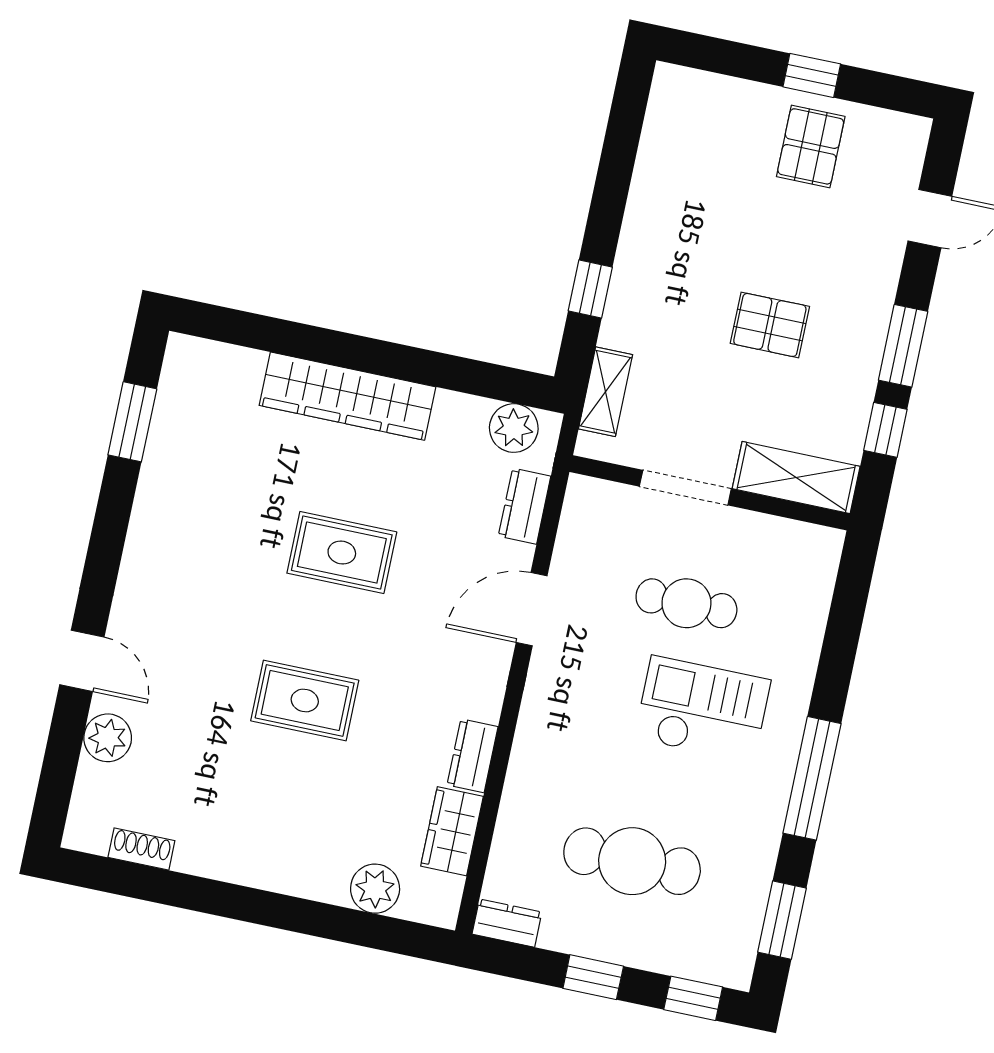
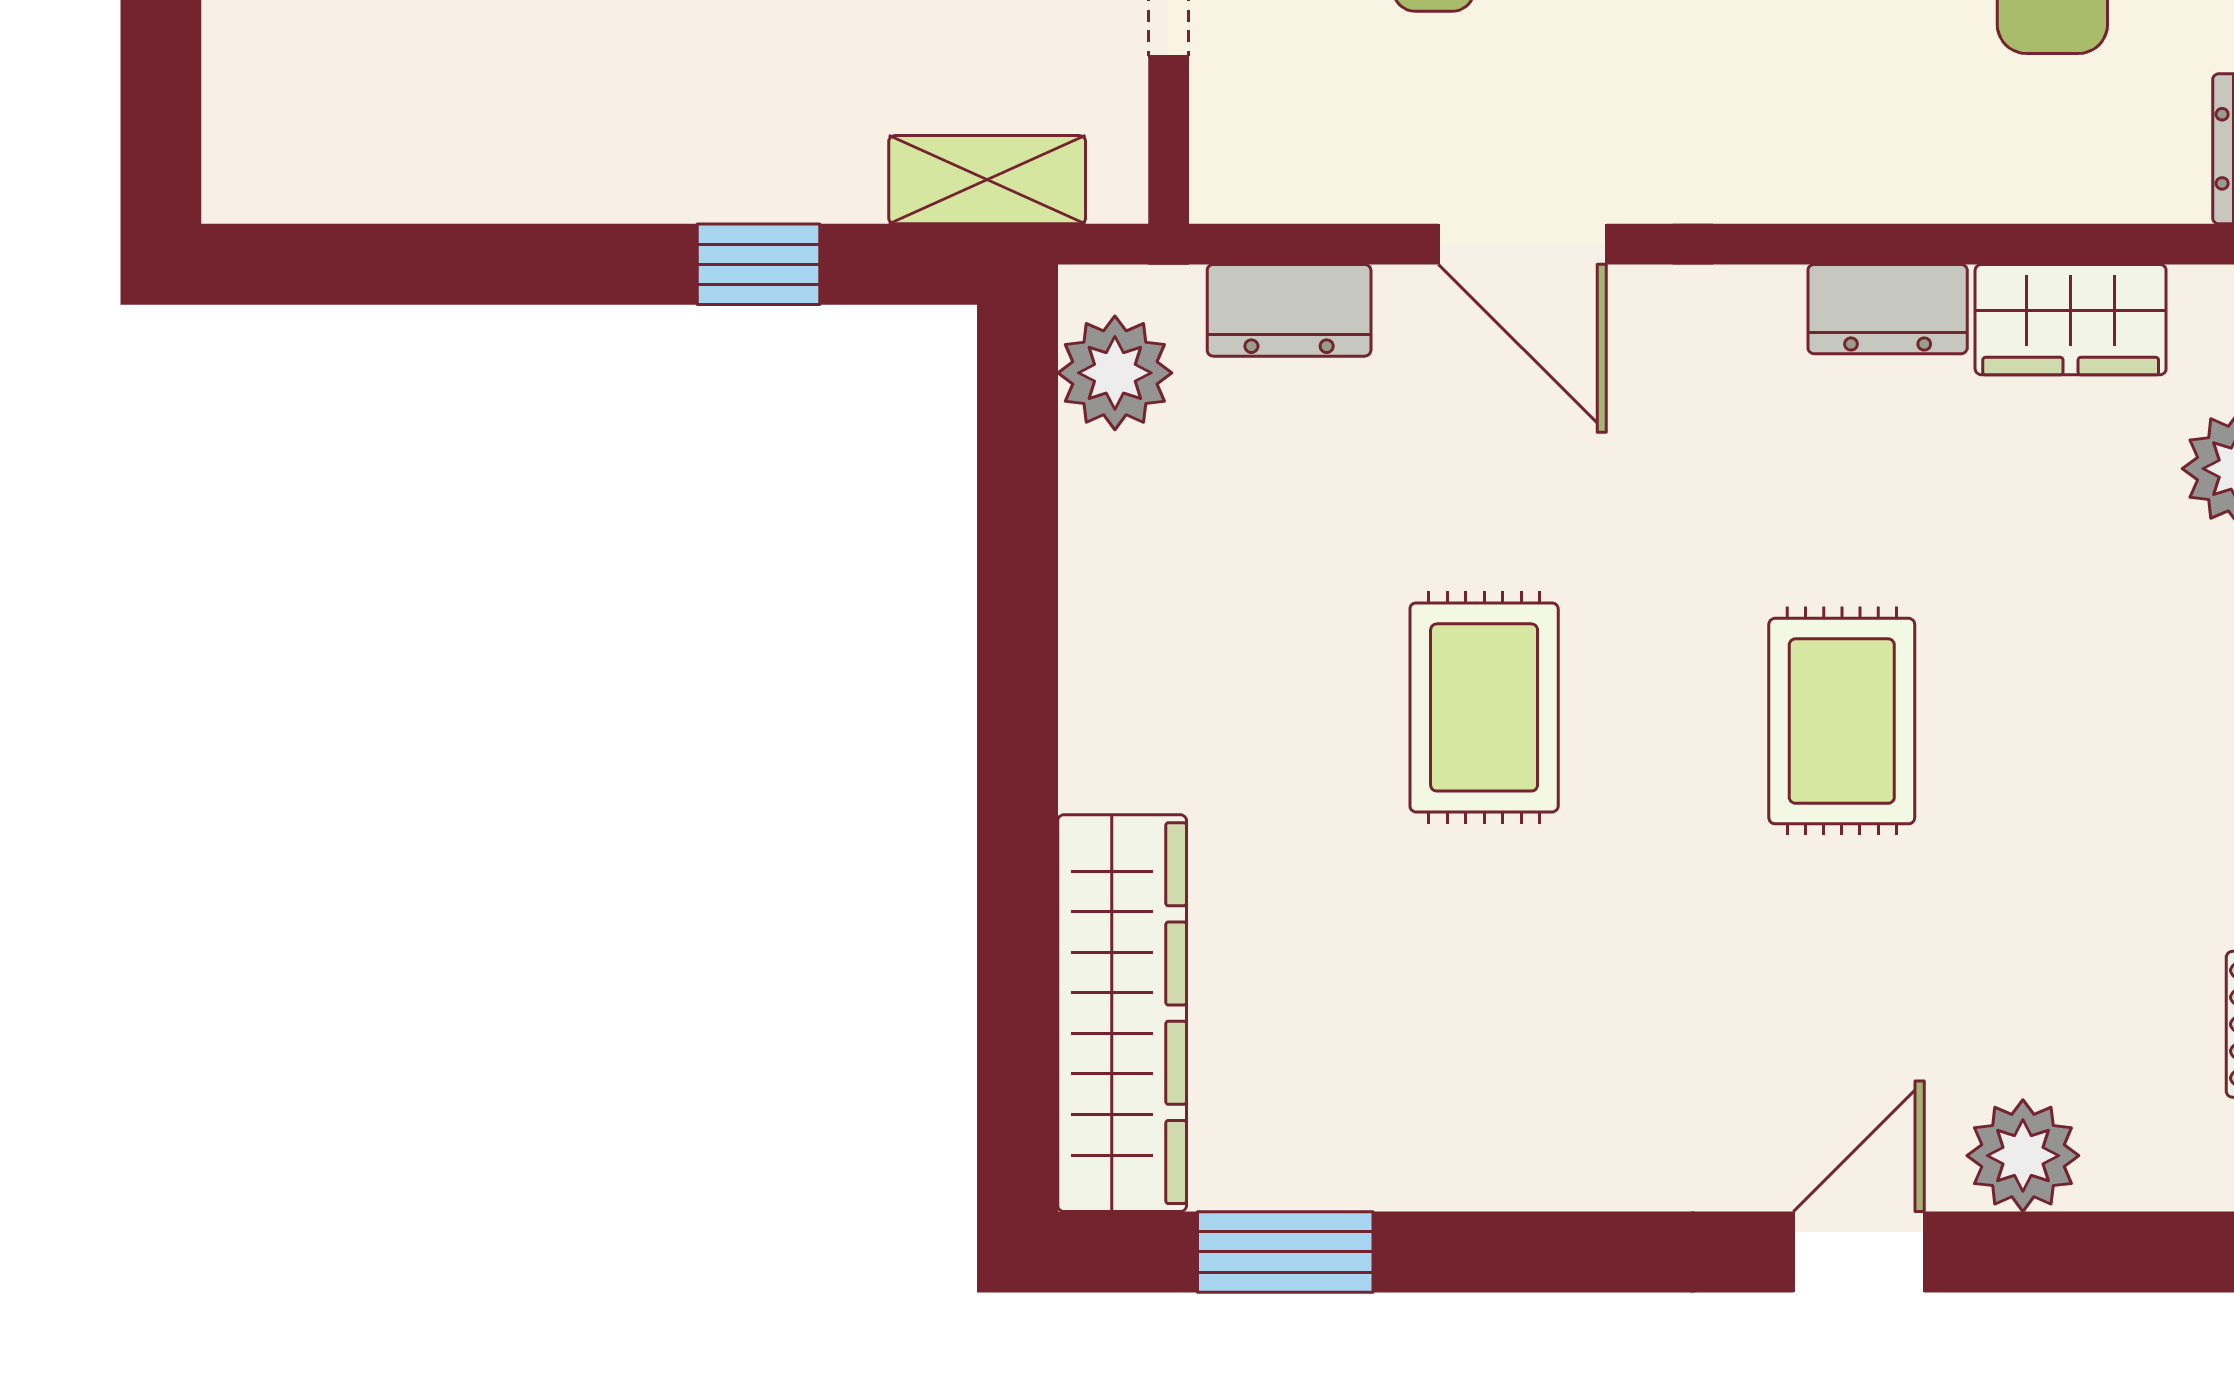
wardrobe: (347, 396) -> (1122, 1013), moved

